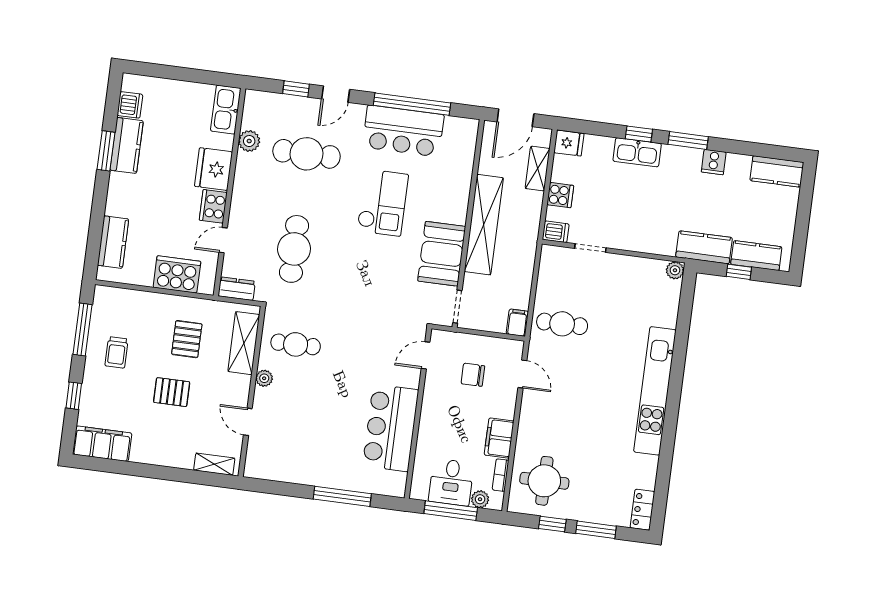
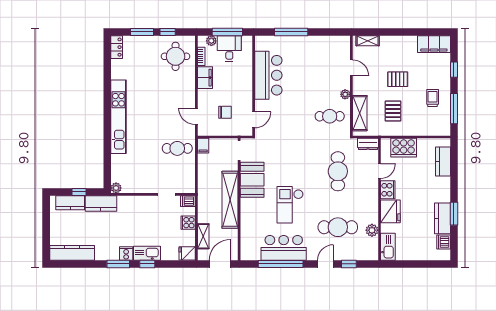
cooker: (714, 162) -> (126, 254), moved
kitchen counter: (777, 171) -> (72, 253), width x1.50

